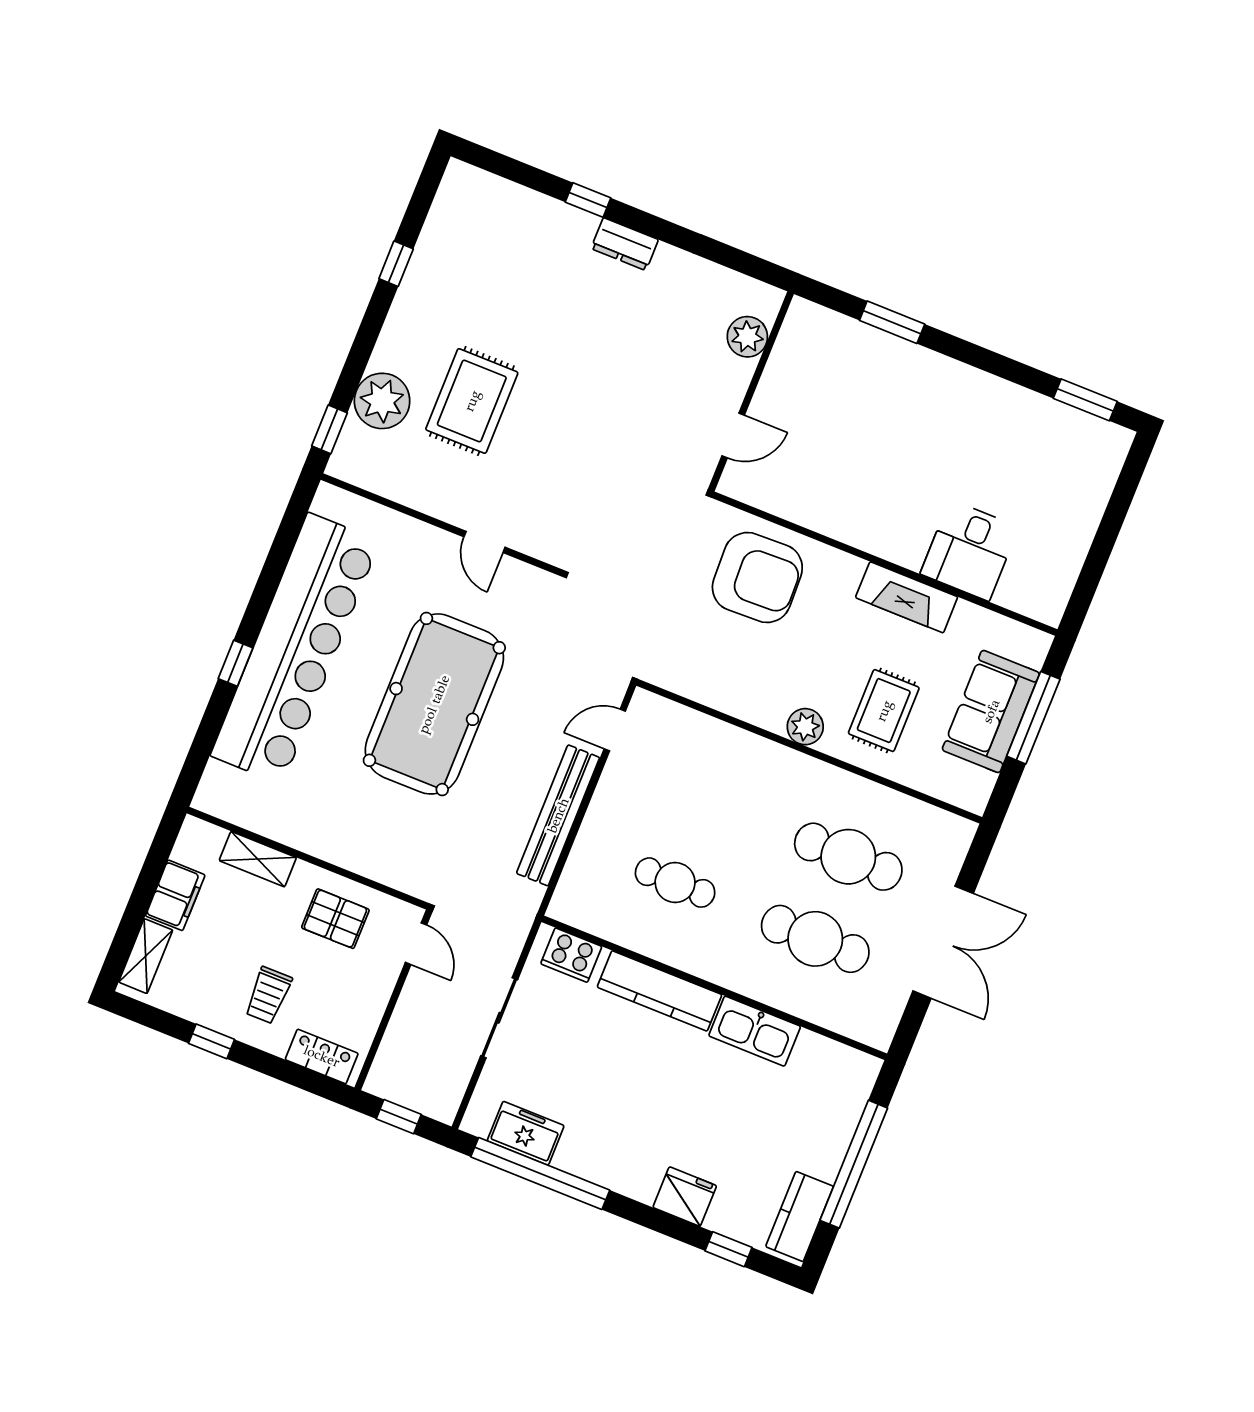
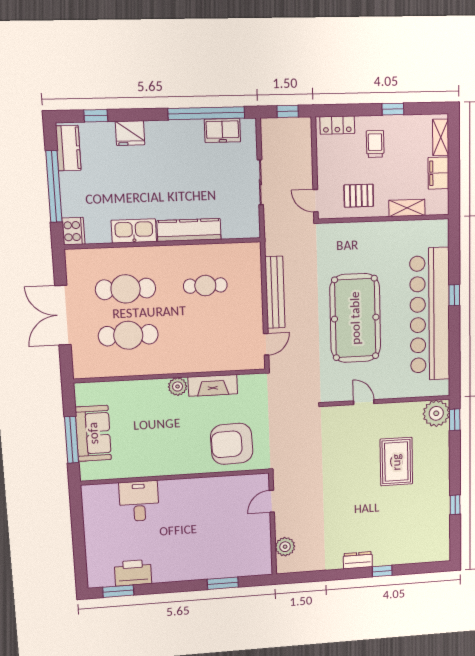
plant: (382, 401) -> (436, 413), moved
printer: (1043, 422) -> (133, 573), added
fireplace: (907, 597) -> (213, 385), moved, turned 180
rug: (884, 711) -> (144, 411), removed
cooker: (571, 955) -> (73, 231), moved, turned 90

